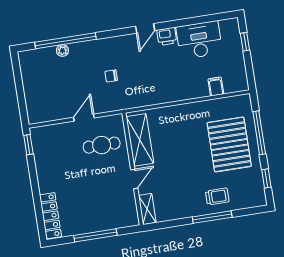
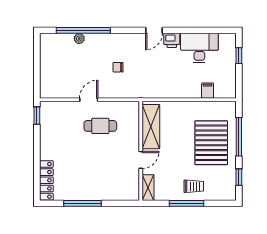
shelving: (140, 140) -> (151, 127), moved
wall: (133, 169) -> (141, 151), moved
door: (134, 179) -> (141, 160), moved
shelving: (147, 209) -> (148, 188), moved

